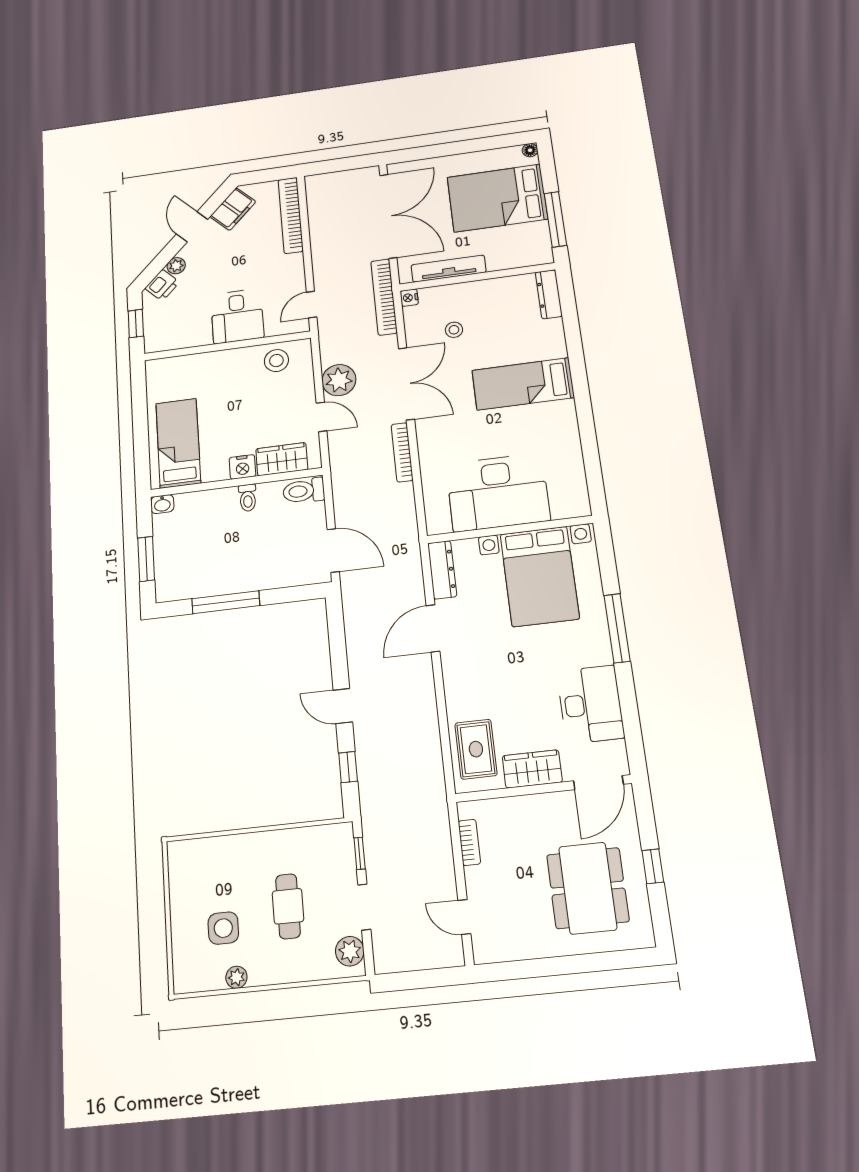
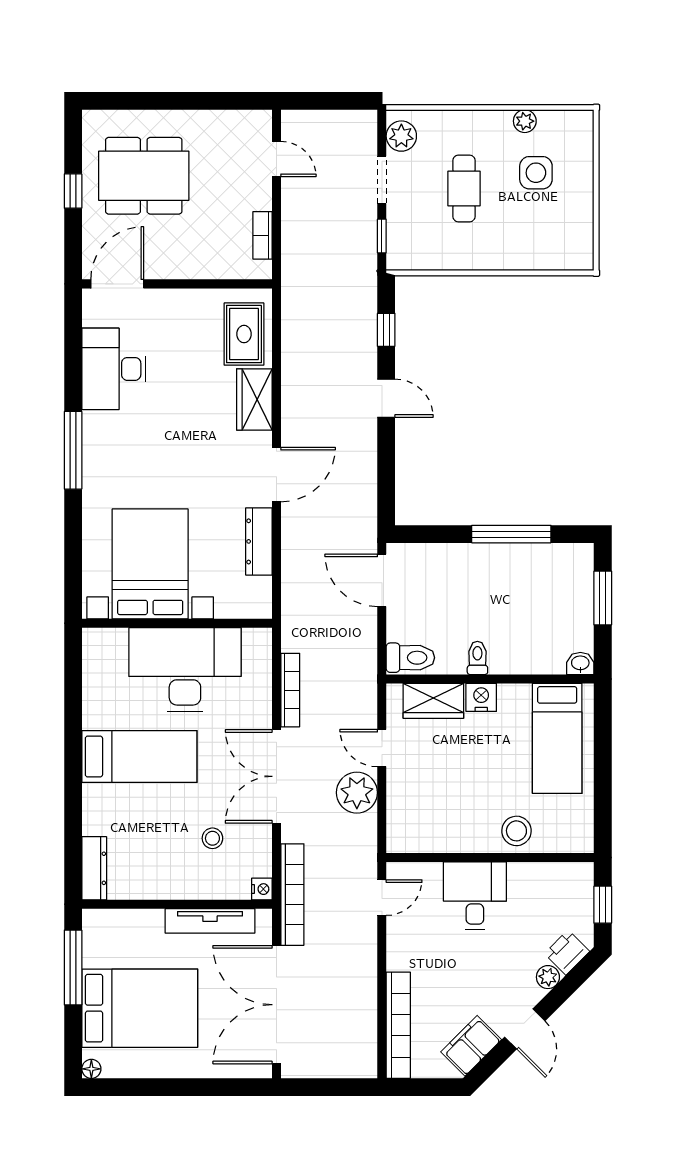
stool: (276, 361) -> (516, 831), moved
desk: (498, 492) -> (185, 670), moved
wall: (510, 530) -> (177, 623), moved
bed with nightstands: (540, 576) -> (150, 564), moved
wardrobe: (532, 769) -> (254, 399), moved, turned 90
dining table: (588, 888) -> (144, 176), turned 90

